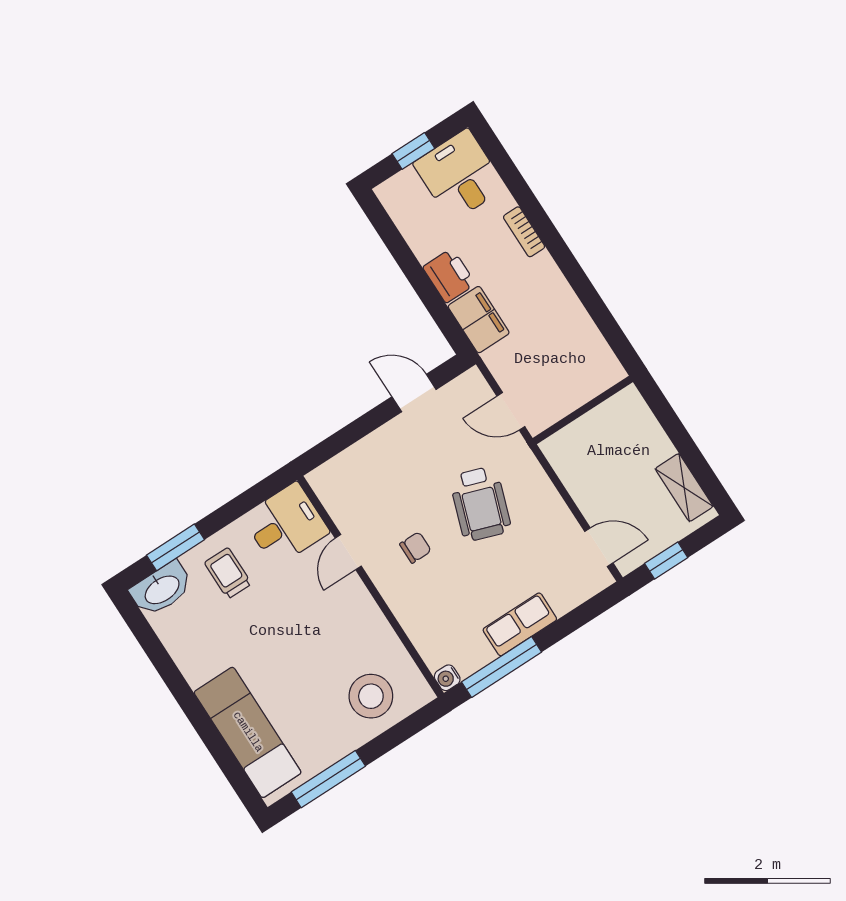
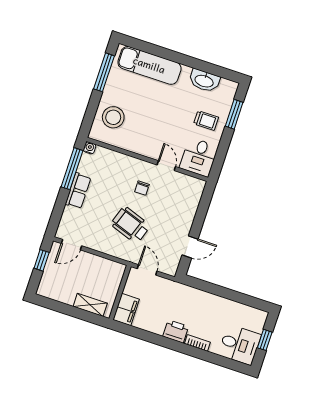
printer: (449, 276) -> (176, 331), moved, turned 180
filing cabinet: (479, 320) -> (126, 310), moved, turned -90
door: (511, 411) -> (147, 270), hinge flipped
shelving: (684, 488) -> (90, 305), moved
washbasin: (162, 589) -> (204, 81), moved, turned -90

